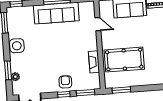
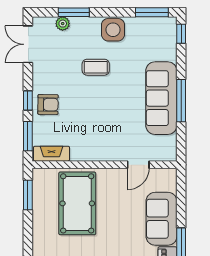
coffee table: (40, 55) -> (96, 67), added
fireplace: (94, 62) -> (52, 154), moved

